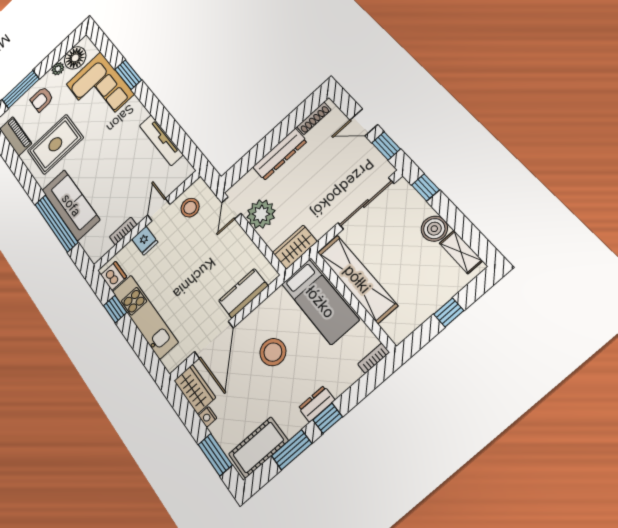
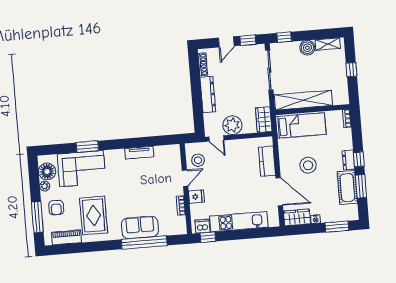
tv unit: (161, 140) -> (139, 153), width x0.71
sofa: (71, 205) -> (140, 227), width x0.73
door: (159, 210) -> (185, 178), swing flipped
window: (115, 309) -> (208, 237), moved
cot: (258, 447) -> (347, 187), moved

